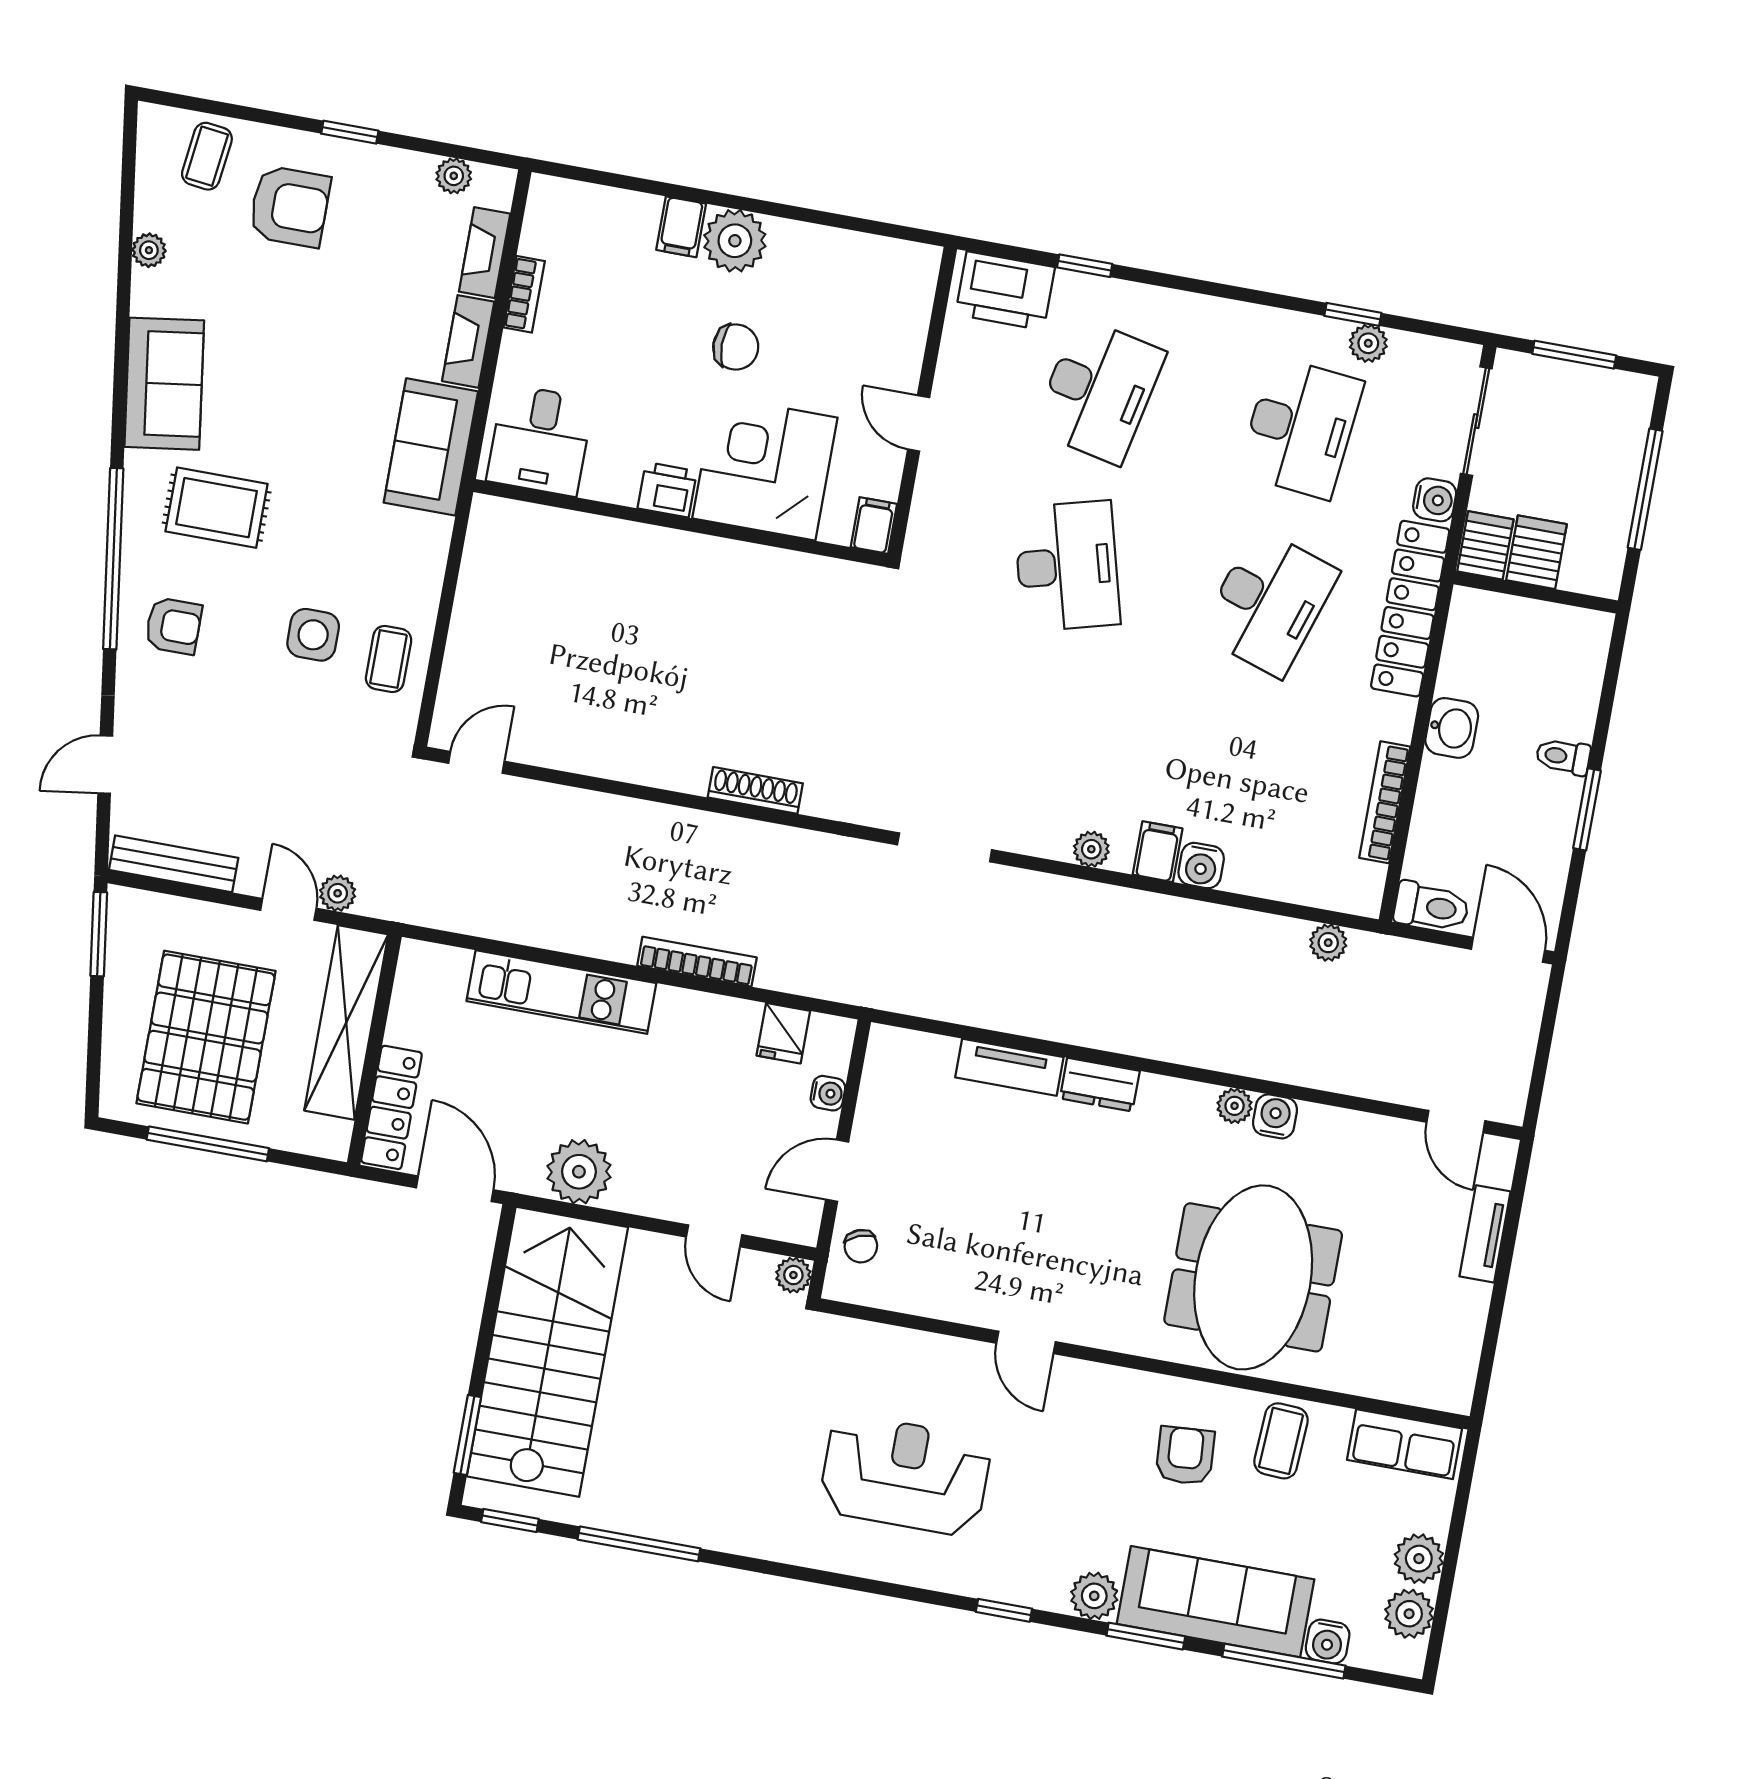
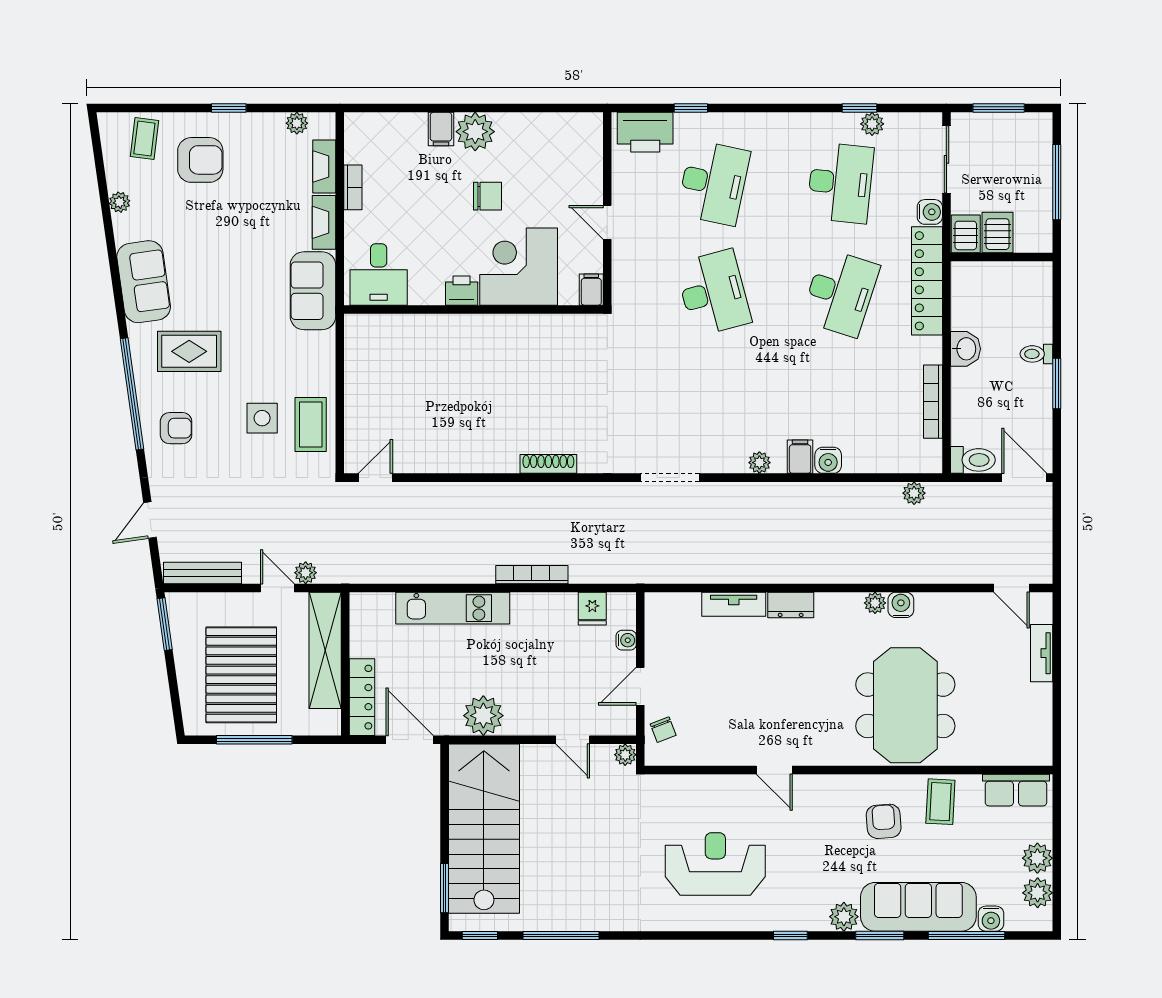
coffee table: (389, 659) -> (311, 424), width x1.36, depth x1.30

